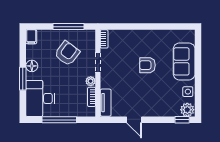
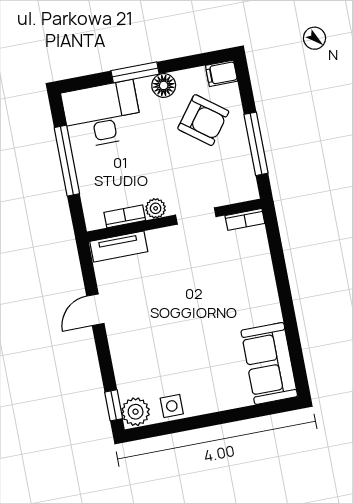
armchair: (67, 53) -> (203, 120), moved
sofa: (184, 61) -> (269, 363), moved, turned -90
armchair: (147, 65) -> (209, 315), removed

